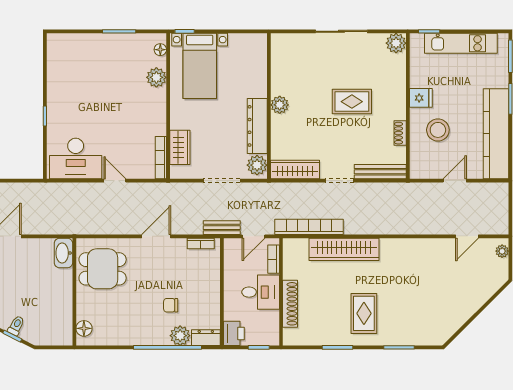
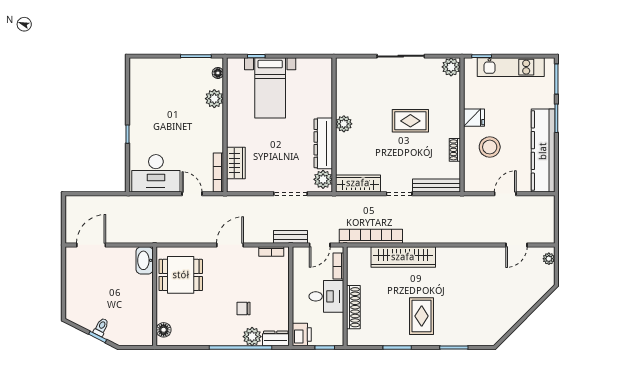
floor lamp: (160, 50) -> (218, 73), moved
plant: (156, 77) -> (214, 99), moved
wall: (168, 106) -> (225, 125), moved
wardrobe: (180, 147) -> (236, 163), moved
bookcase: (161, 158) -> (218, 173), moved

